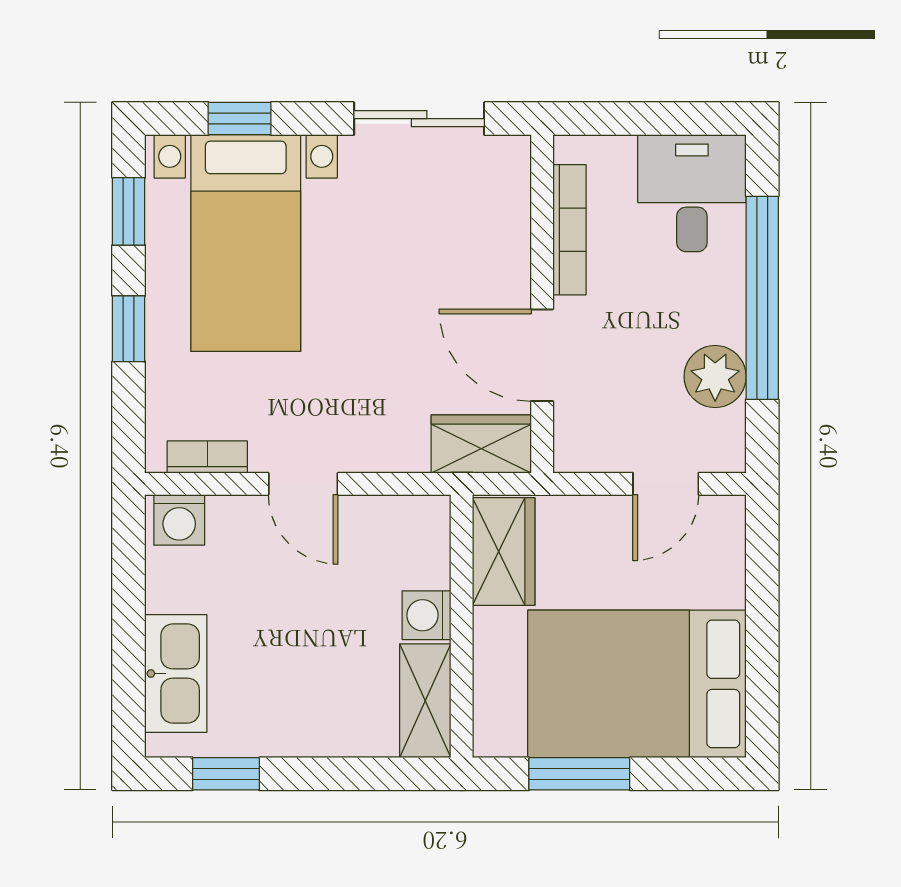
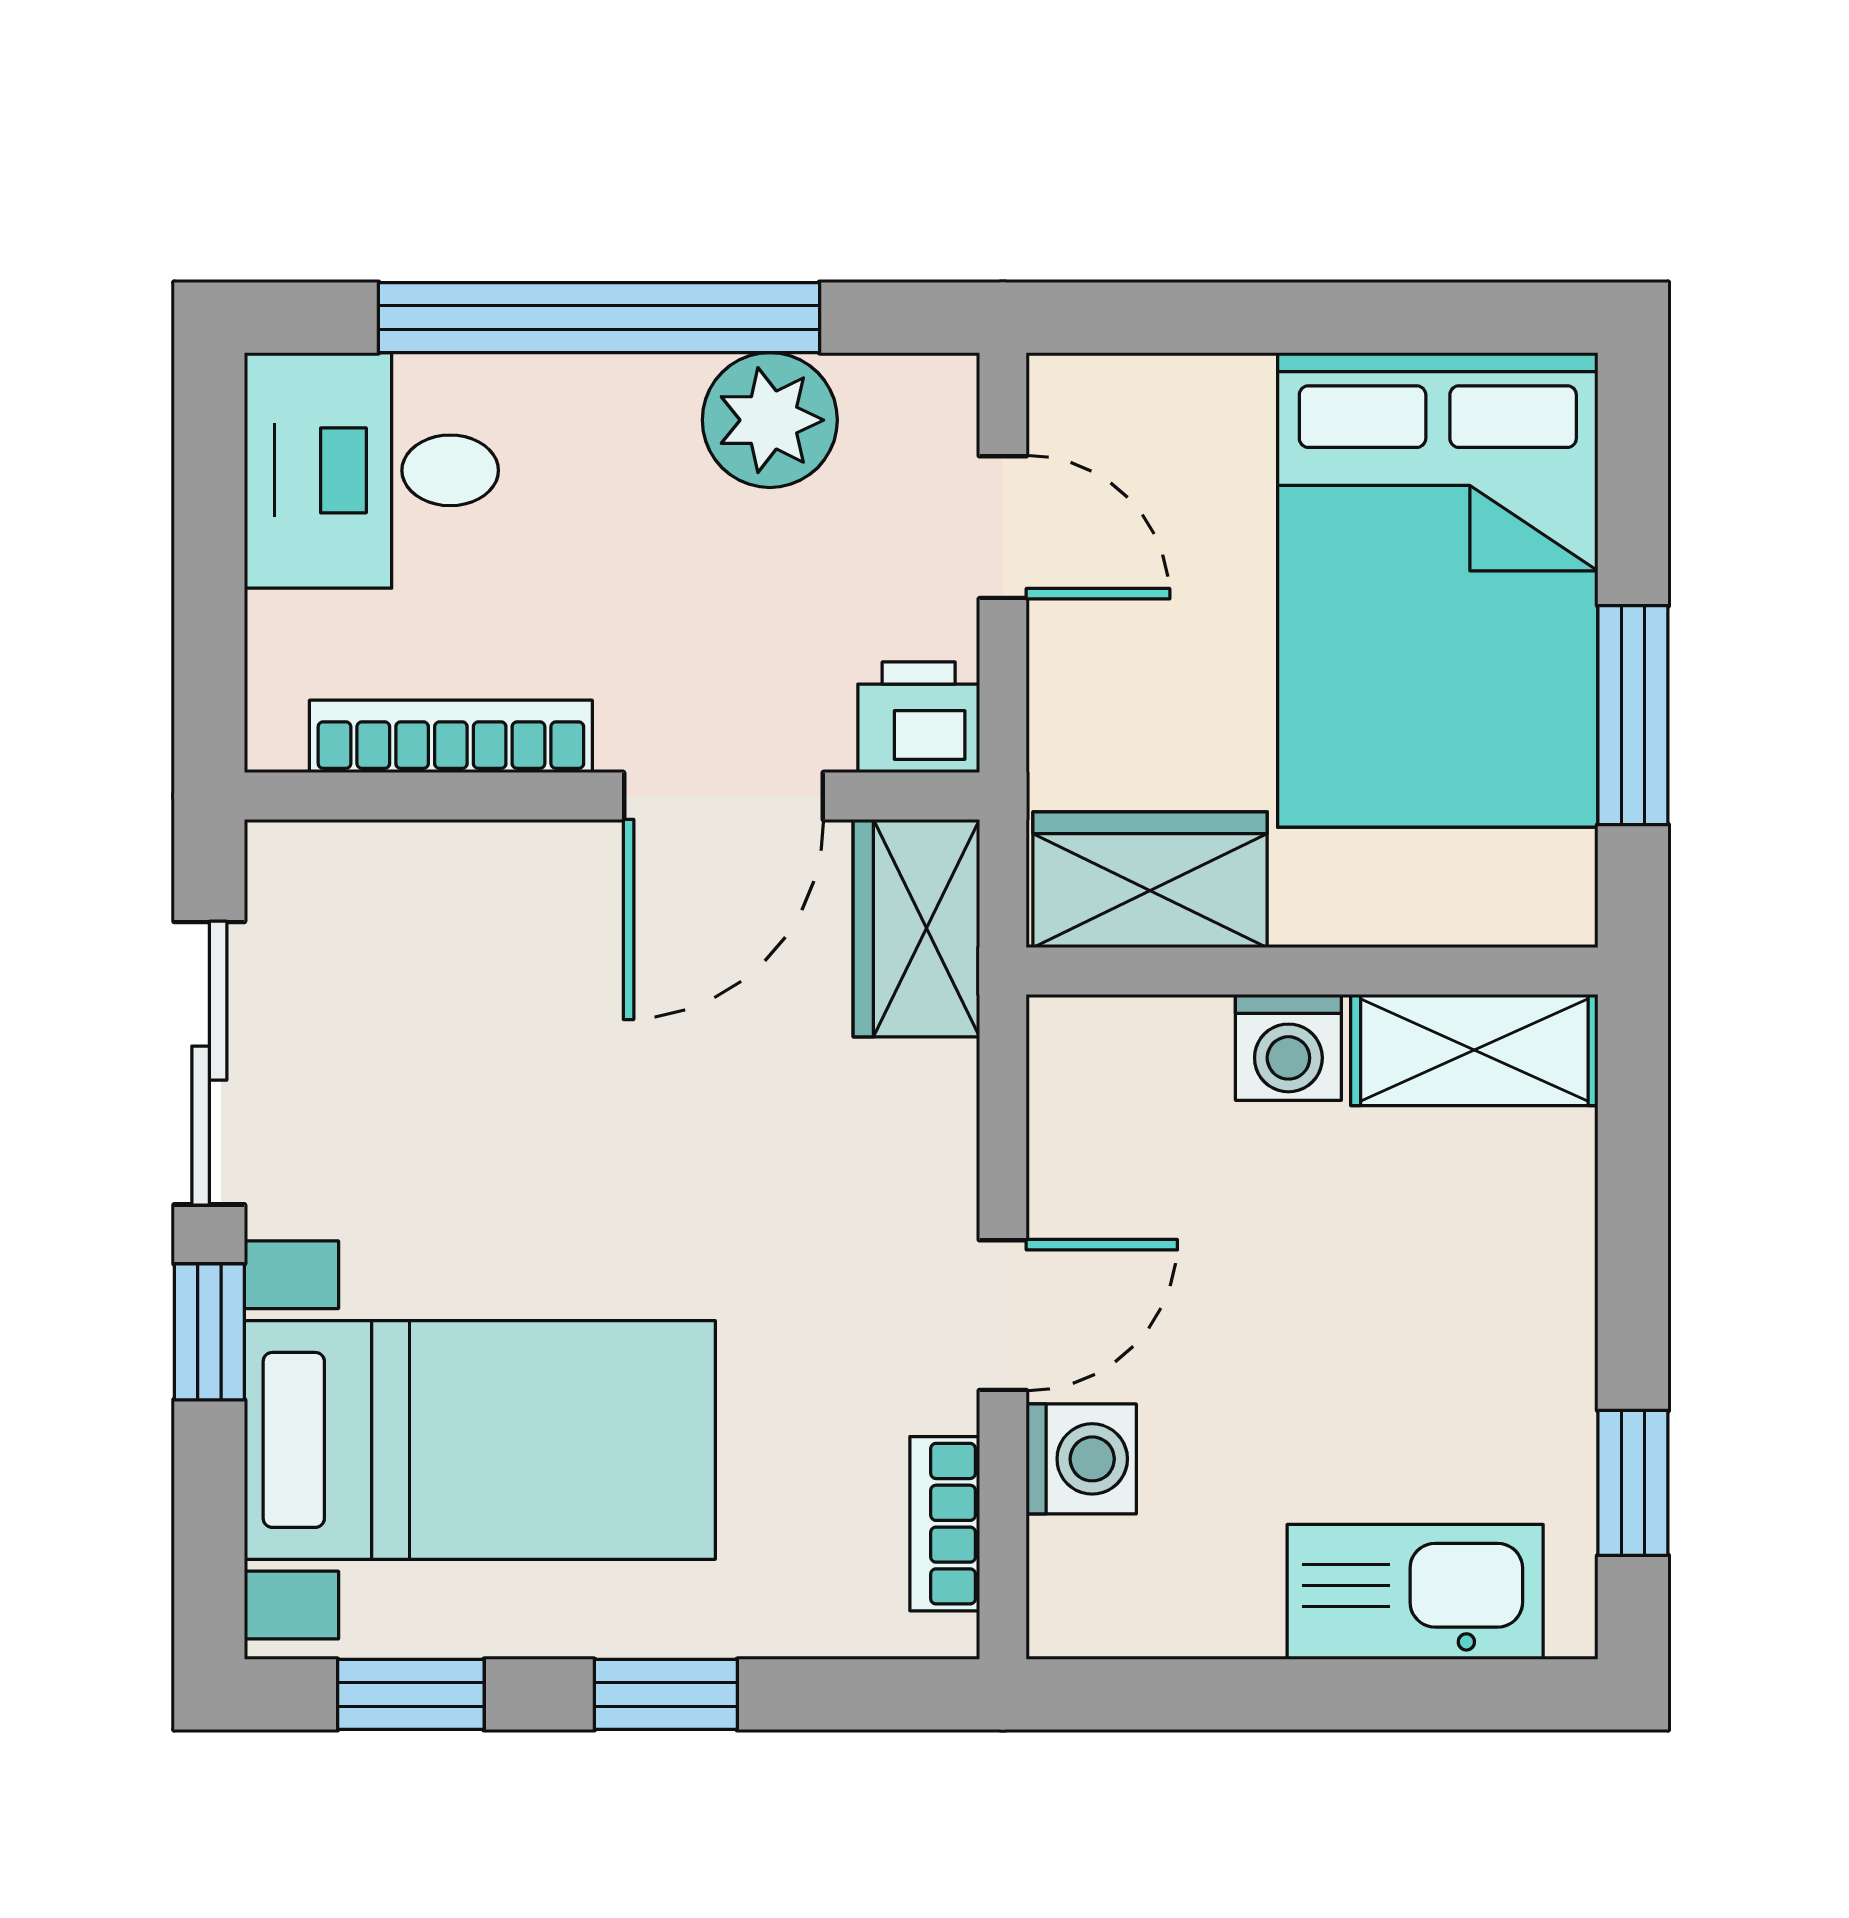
window: (239, 119) -> (209, 1332), moved
printer: (578, 445) -> (919, 717), added
washing machine: (179, 520) -> (1081, 1459), moved

